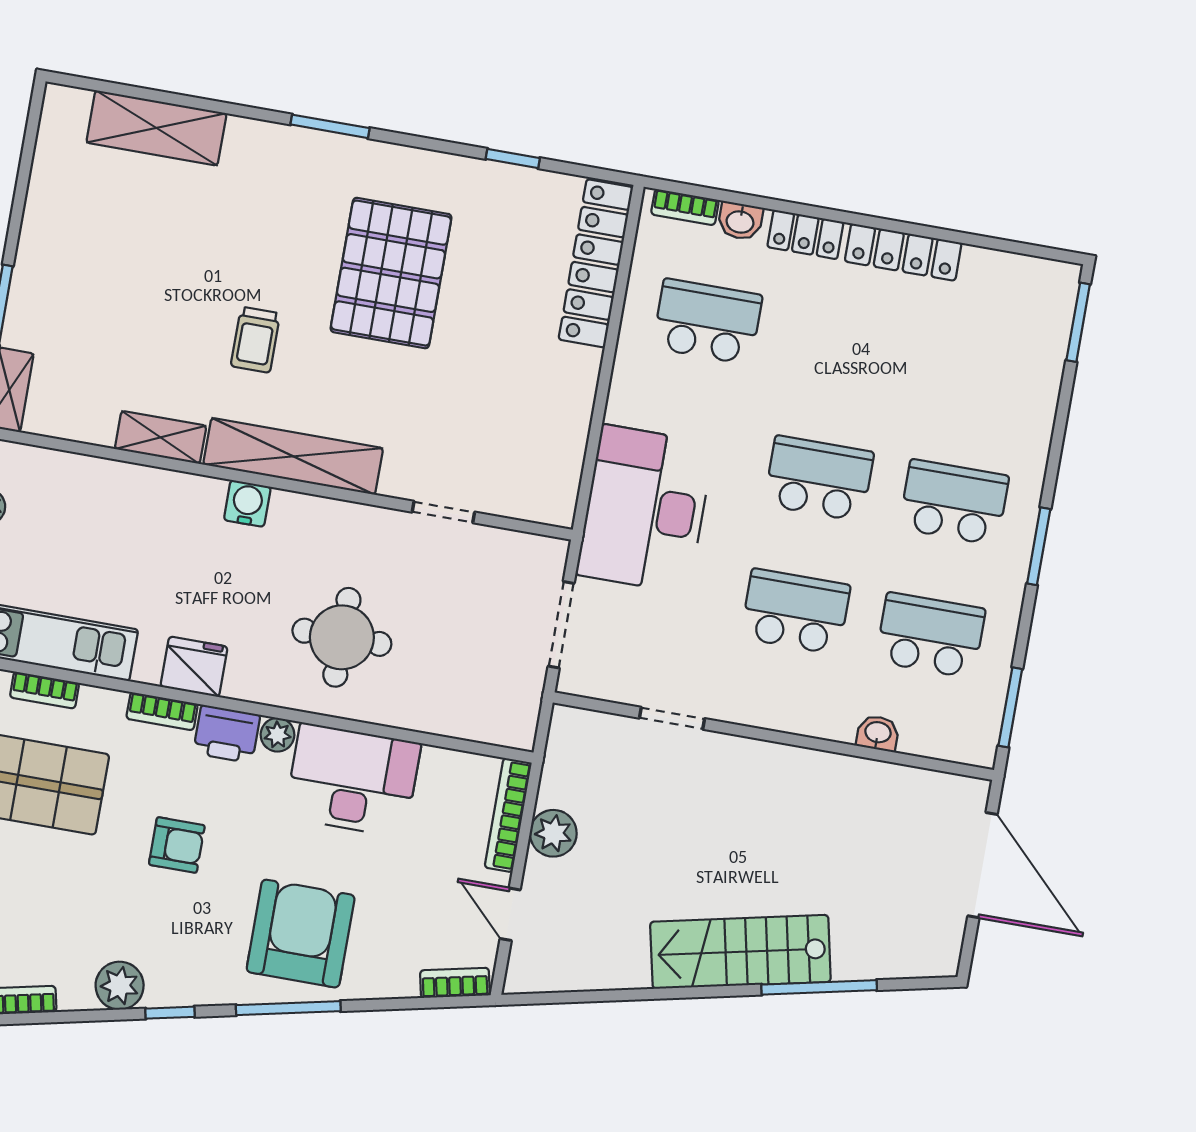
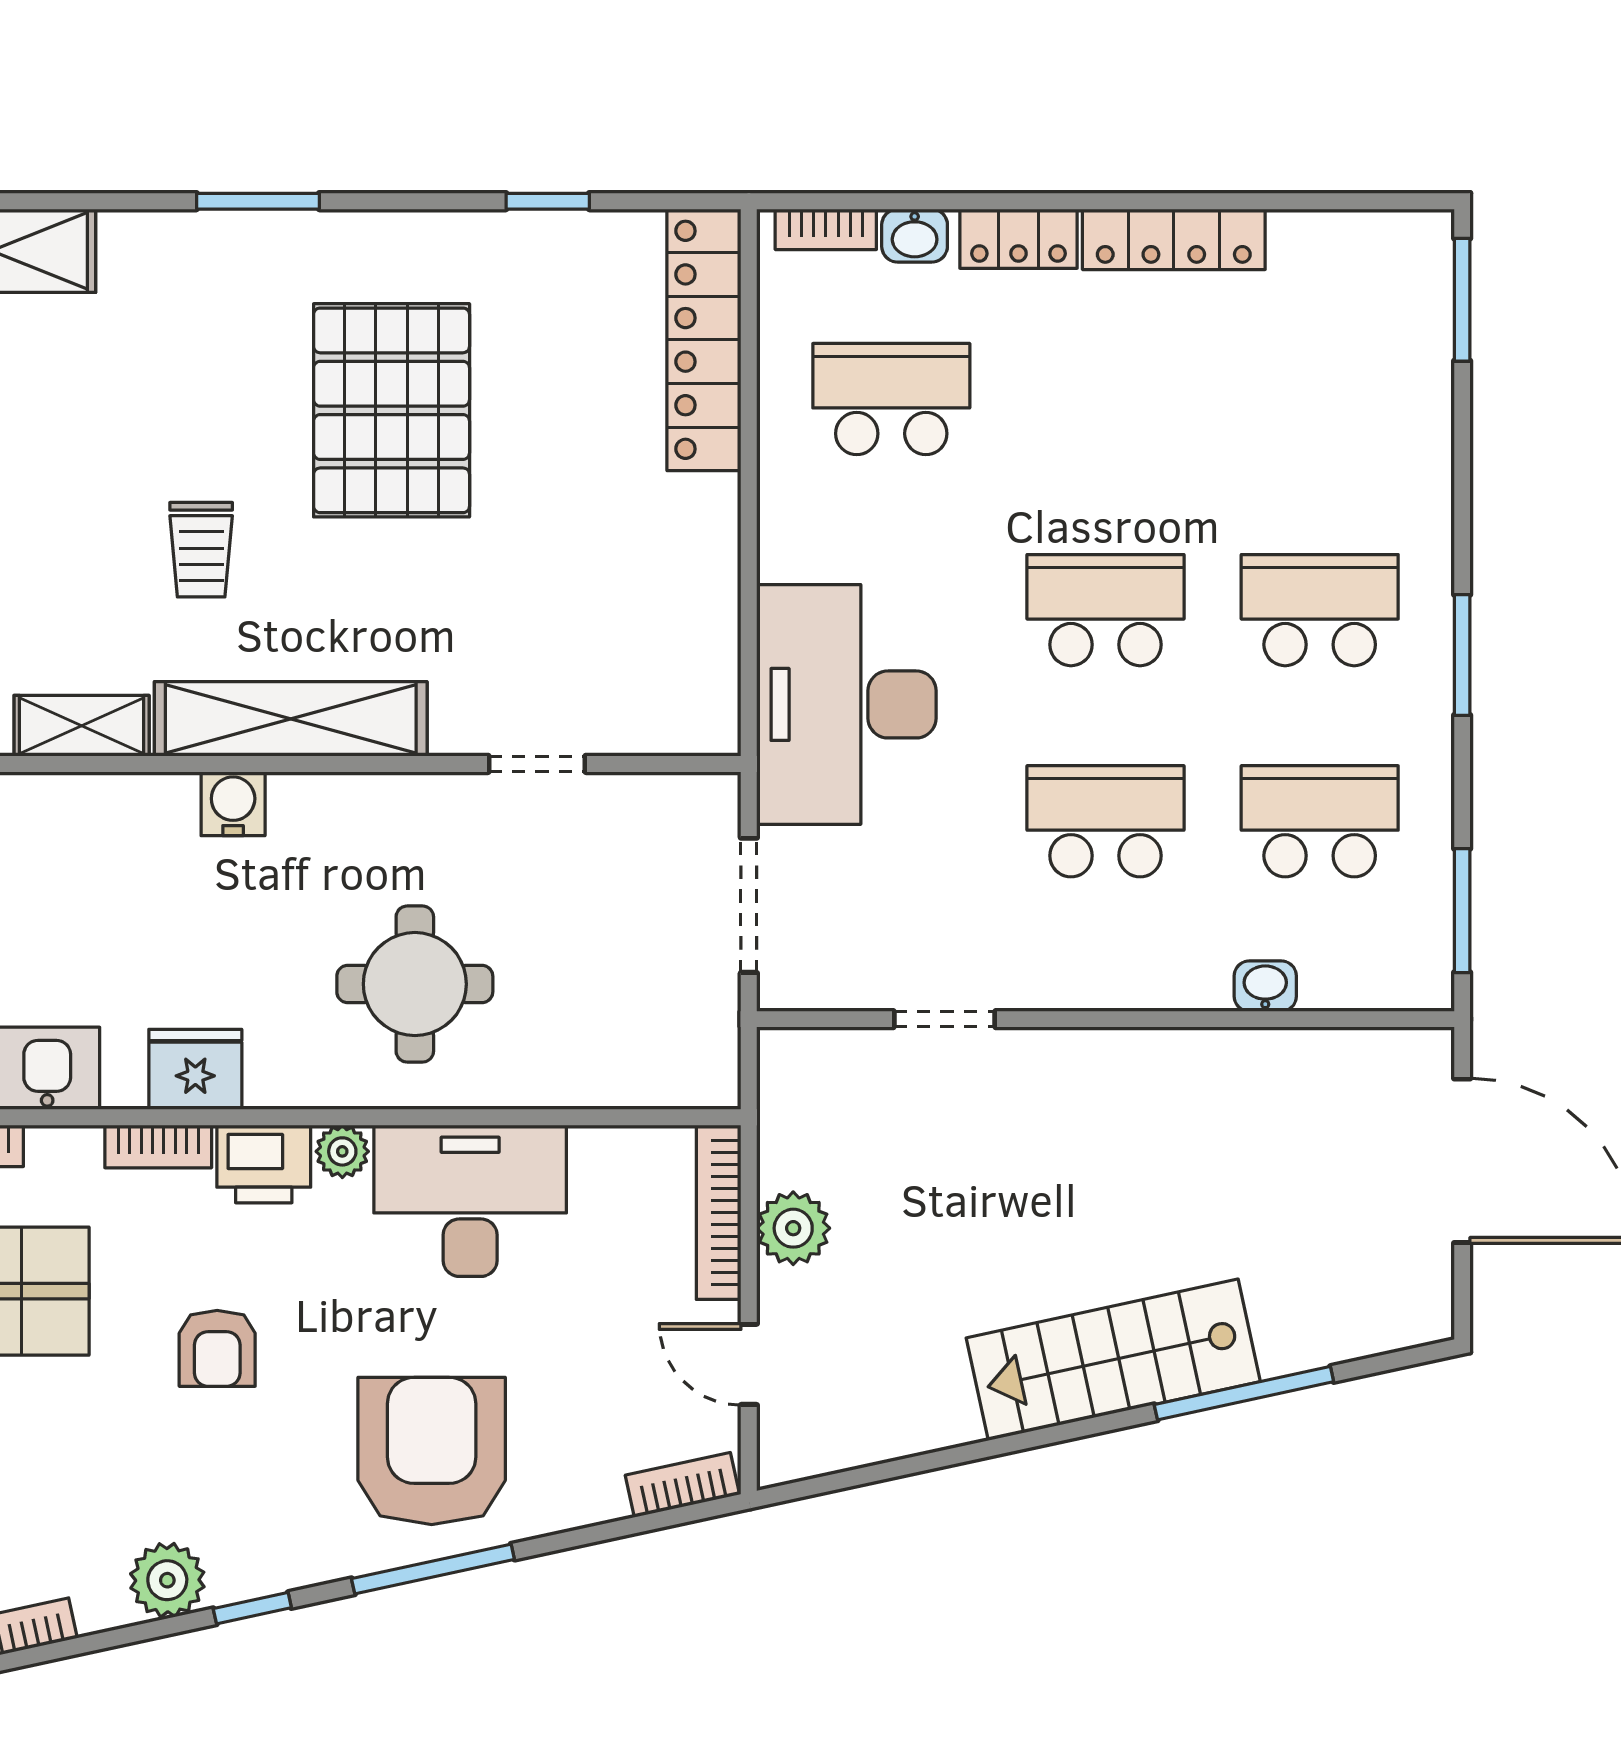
armchair: (177, 845) -> (217, 1348), turned 90

